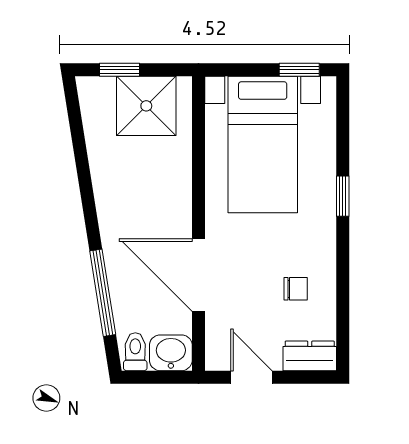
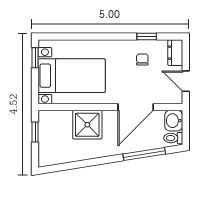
window: (120, 70) -> (35, 132), moved
shower: (146, 106) -> (87, 125), moved
window: (343, 196) -> (147, 36), moved
door: (251, 377) -> (186, 81), hinge flipped

